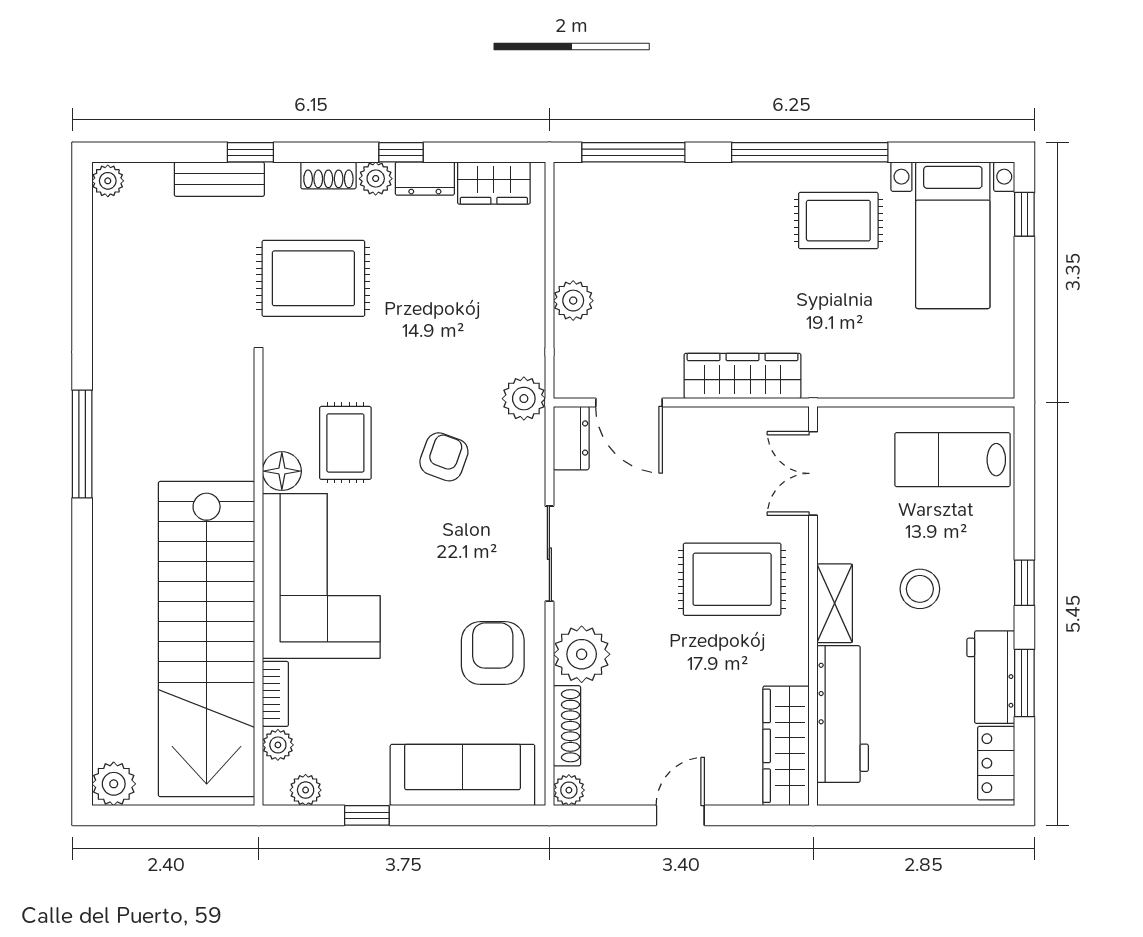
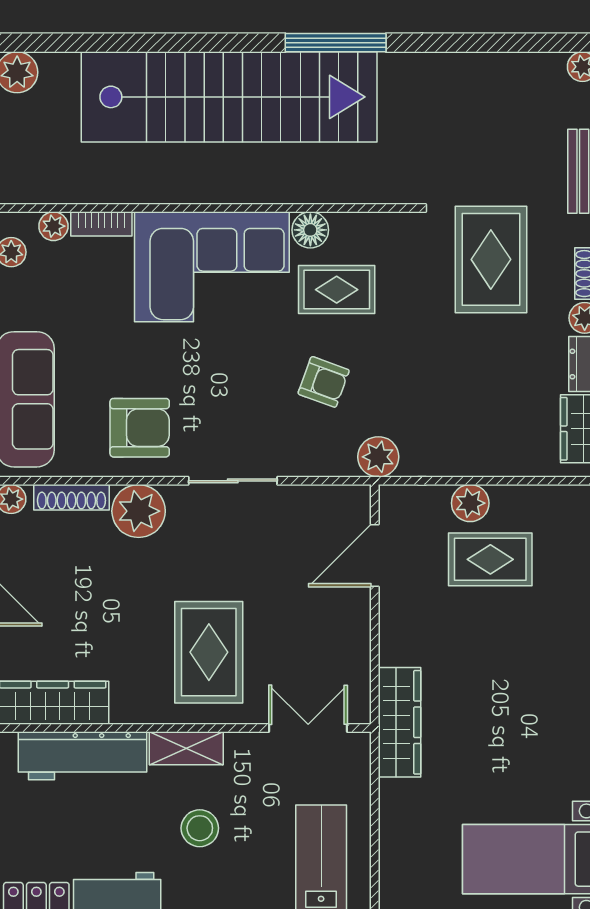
rug: (838, 221) -> (490, 559), moved, turned 90
wardrobe: (743, 376) -> (400, 722), moved
dresser: (571, 438) -> (341, 501), removed
stairs: (207, 639) -> (229, 97), moved, turned 180

